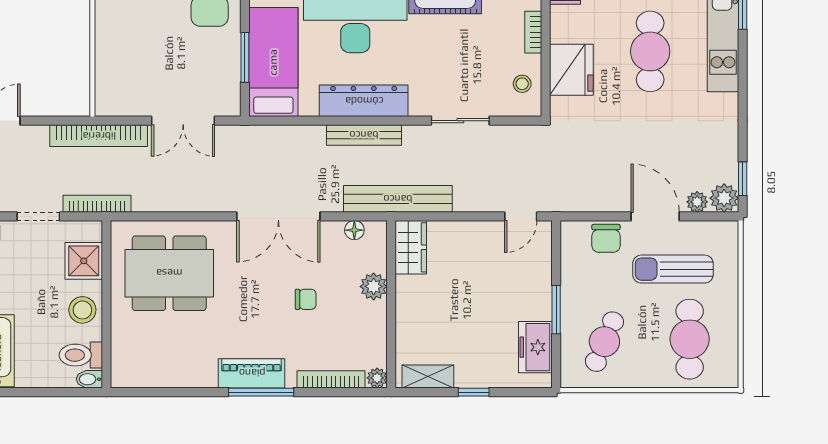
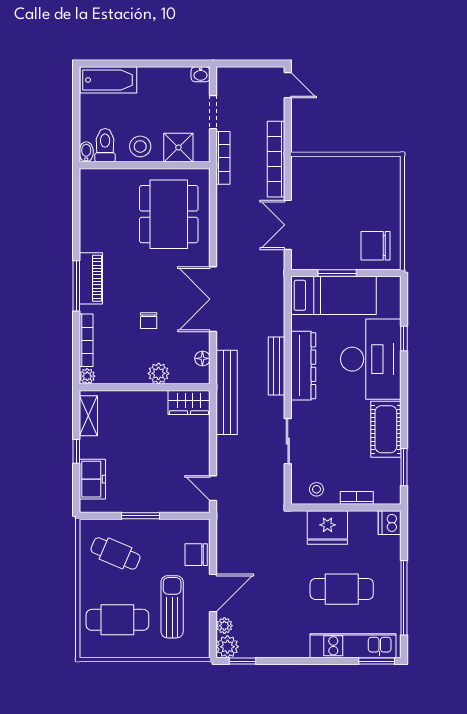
freezer: (535, 347) -> (92, 479), moved, turned 90

